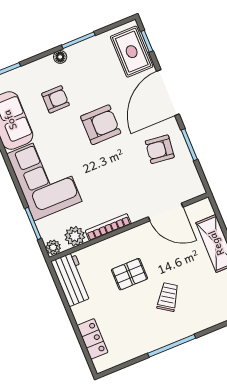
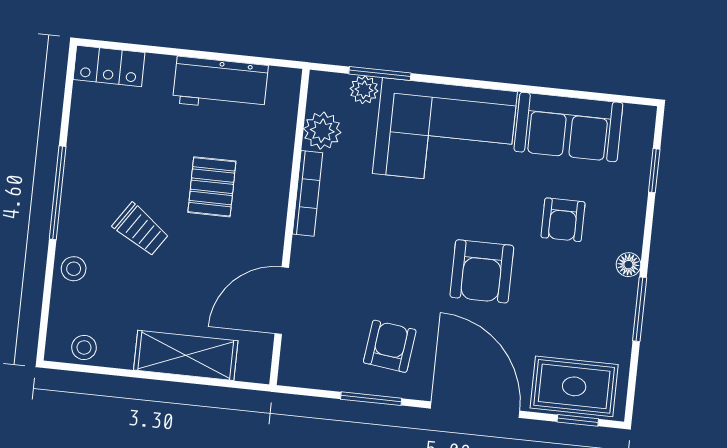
plant: (53, 247) -> (364, 90), moved
workbench: (72, 279) -> (220, 84), moved
stool: (204, 319) -> (74, 269), added
locker: (92, 339) -> (109, 66), moved

